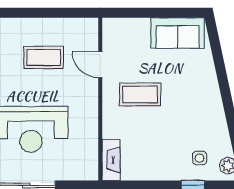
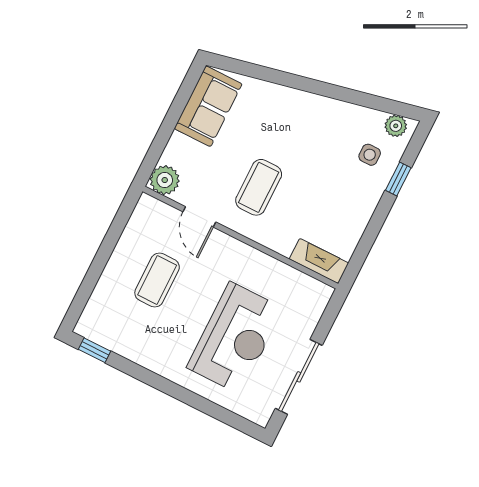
plant: (113, 29) -> (165, 180), added
door: (100, 65) -> (199, 217), hinge flipped

